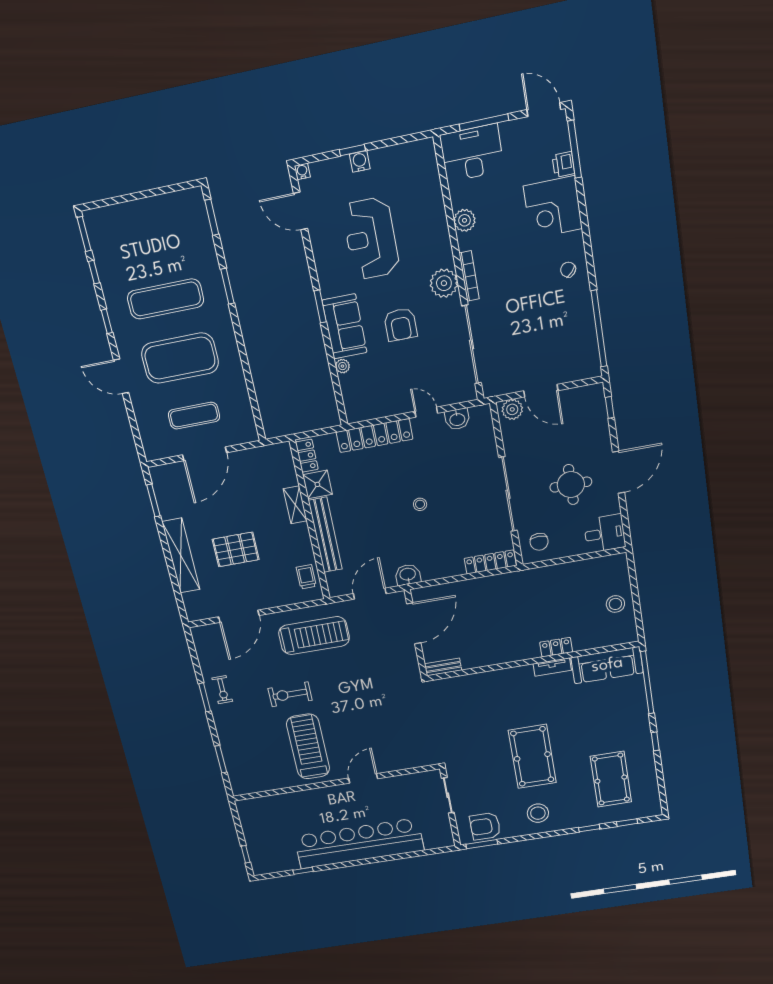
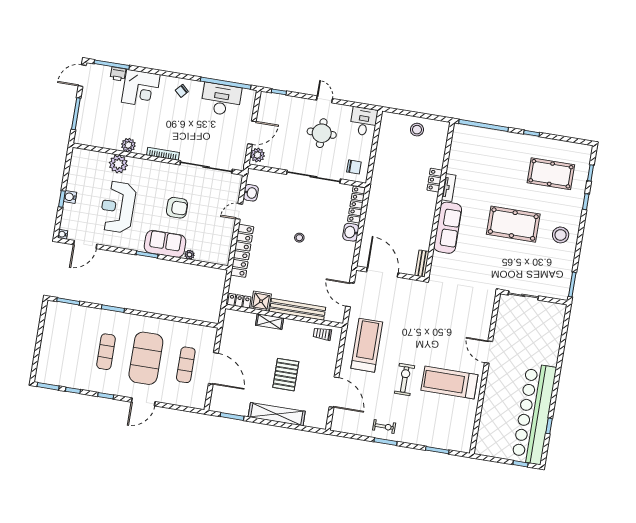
desk: (472, 153) -> (221, 99), moved, turned 90
reception desk: (371, 239) -> (118, 207), turned 90
plant: (444, 283) -> (118, 164), moved
exercise mat: (165, 299) -> (106, 352), width x0.73, depth x0.69
door: (619, 472) -> (325, 99), width x0.53
washbasin: (408, 575) -> (351, 232), moved
sofa: (607, 665) -> (448, 228), moved
exercise bike: (290, 694) -> (405, 379), turned 180
armchair: (485, 826) -> (558, 277), removed
bar counter: (359, 843) -> (534, 414), moved

